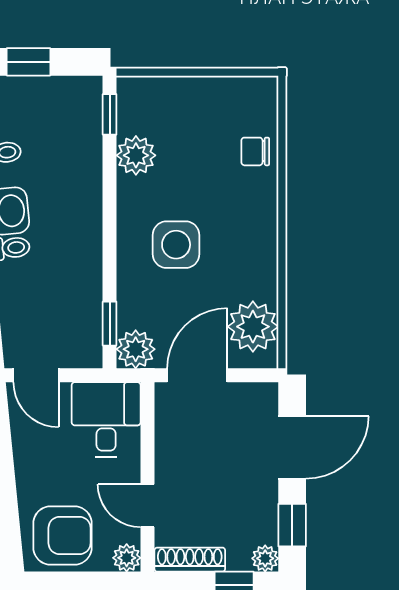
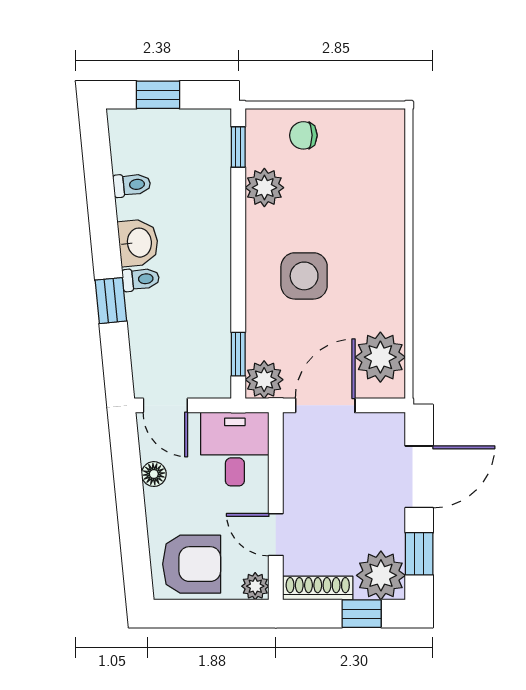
chair: (255, 151) -> (303, 135), moved
floor lamp: (24, 445) -> (154, 474), added
plant: (265, 558) -> (381, 575), width x1.87, depth x1.87

